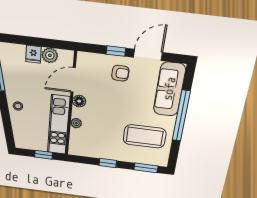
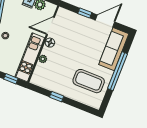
armchair: (120, 73) -> (84, 29), removed
window: (146, 168) -> (83, 107), removed

